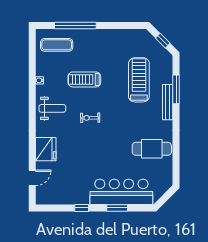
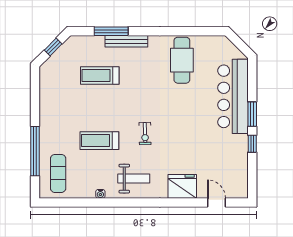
treadmill: (84, 79) -> (99, 141), turned 90
treadmill: (139, 80) -> (100, 76), width x0.73, depth x0.73
weight bench: (52, 108) -> (134, 179), turned 90
window: (117, 208) -> (252, 114), moved

